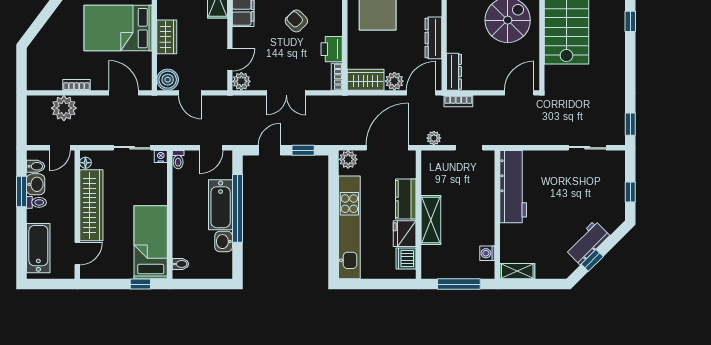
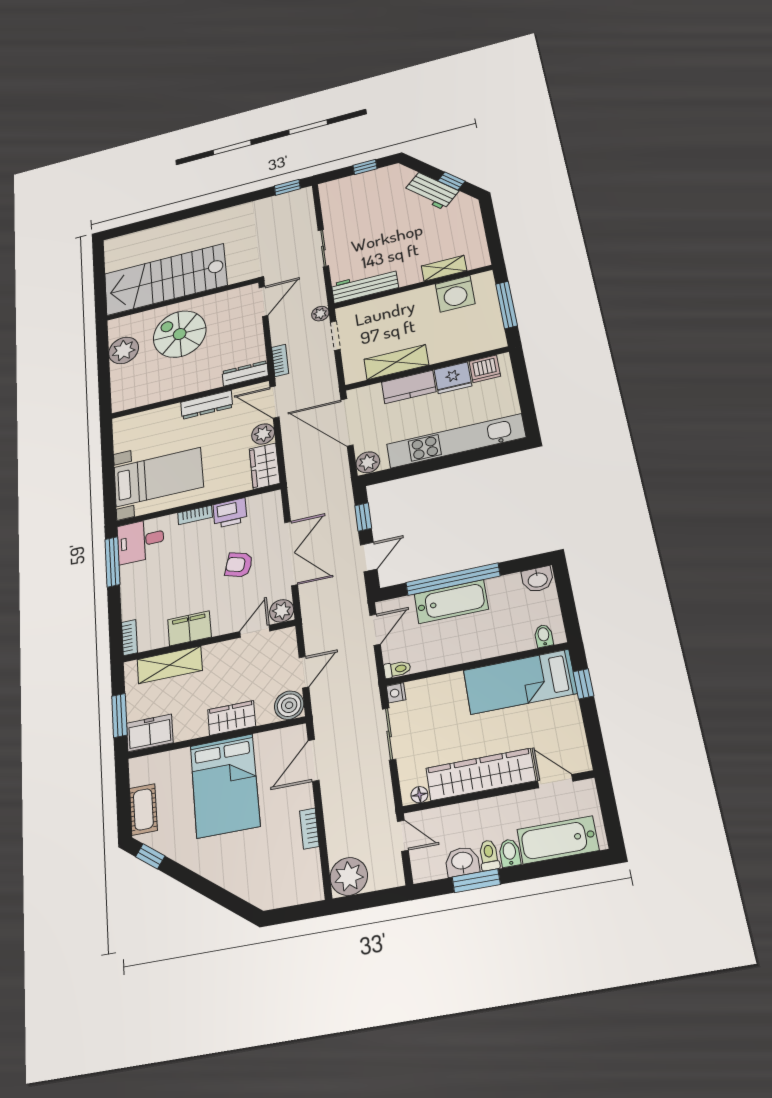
armchair: (296, 21) -> (239, 565), moved, turned 61
window: (630, 21) -> (172, 218), removed
door: (230, 60) -> (255, 631), hinge flipped
bookcase: (337, 77) -> (195, 515), moved
double door: (286, 93) -> (291, 553), width x1.37
door: (519, 93) -> (263, 301), swing flipped
plant: (64, 108) -> (349, 876), moved
plant: (434, 138) -> (320, 314), moved
door: (211, 148) -> (375, 630), hinge flipped
sliding door: (587, 148) -> (323, 248), moved
door: (269, 150) -> (369, 557), swing flipped
bidet: (36, 166) -> (510, 853), moved
workbench: (513, 187) -> (365, 286), width x0.73, depth x0.76
shelving: (431, 220) -> (396, 362), moved
washbasin: (224, 242) -> (538, 579), moved
washing machine: (487, 253) -> (455, 294), width x1.89, depth x1.89
shelving: (517, 271) -> (444, 268), moved, turned 90

